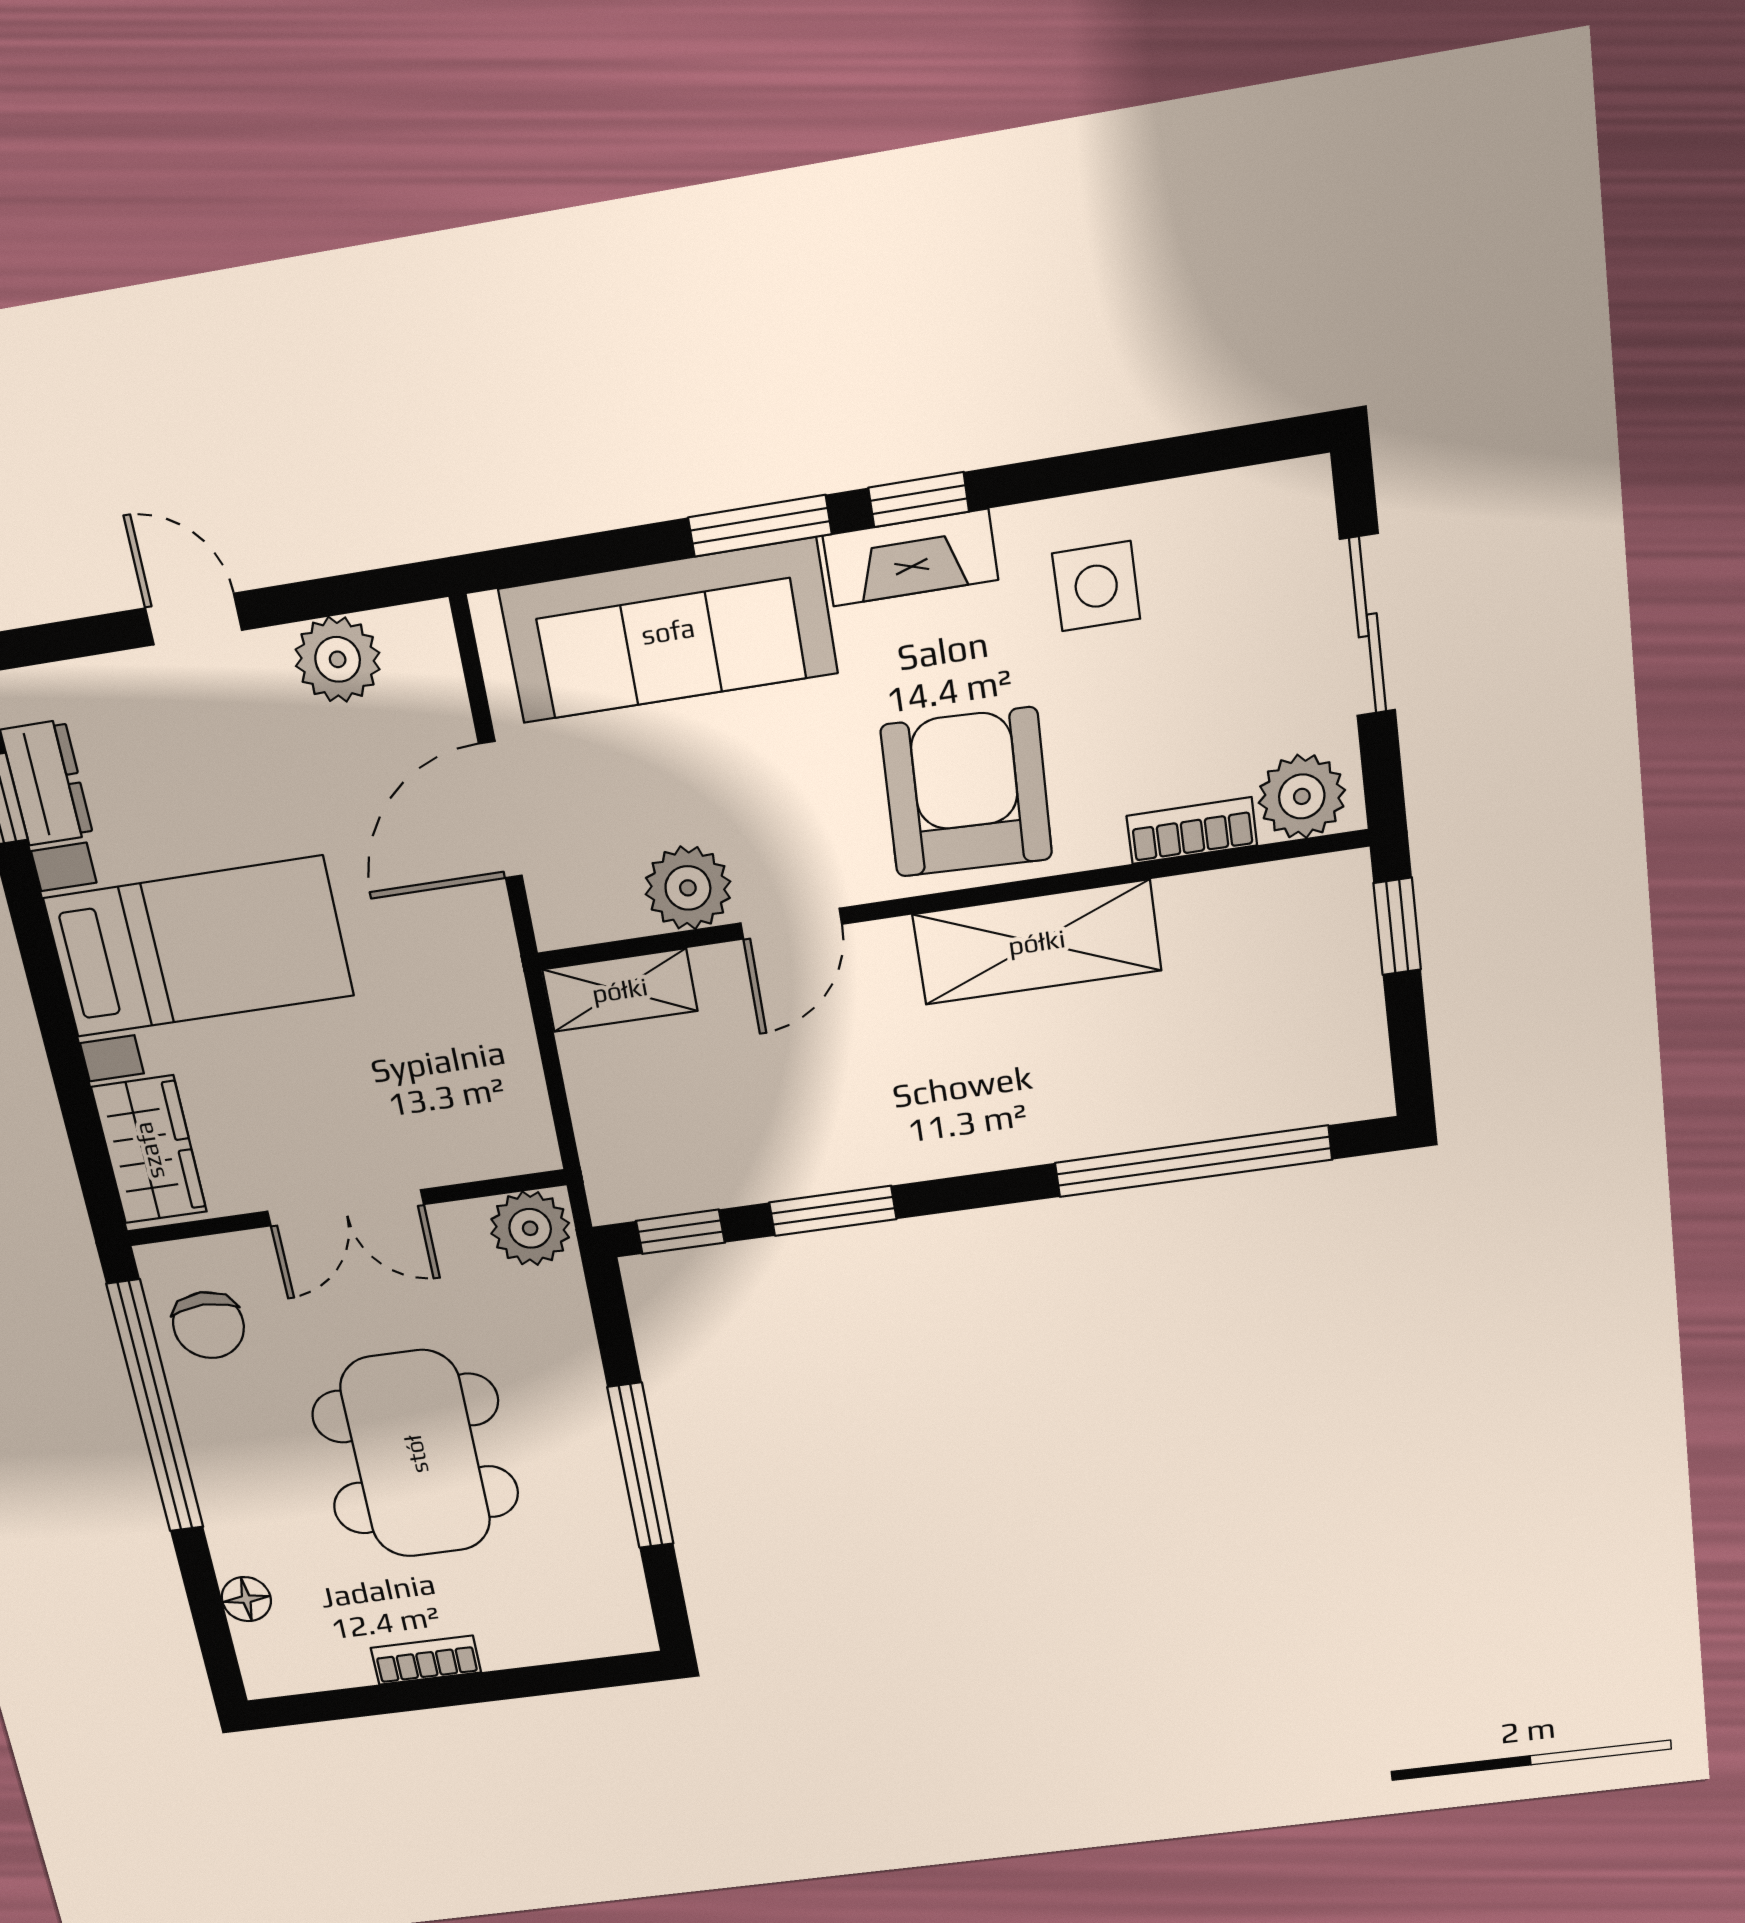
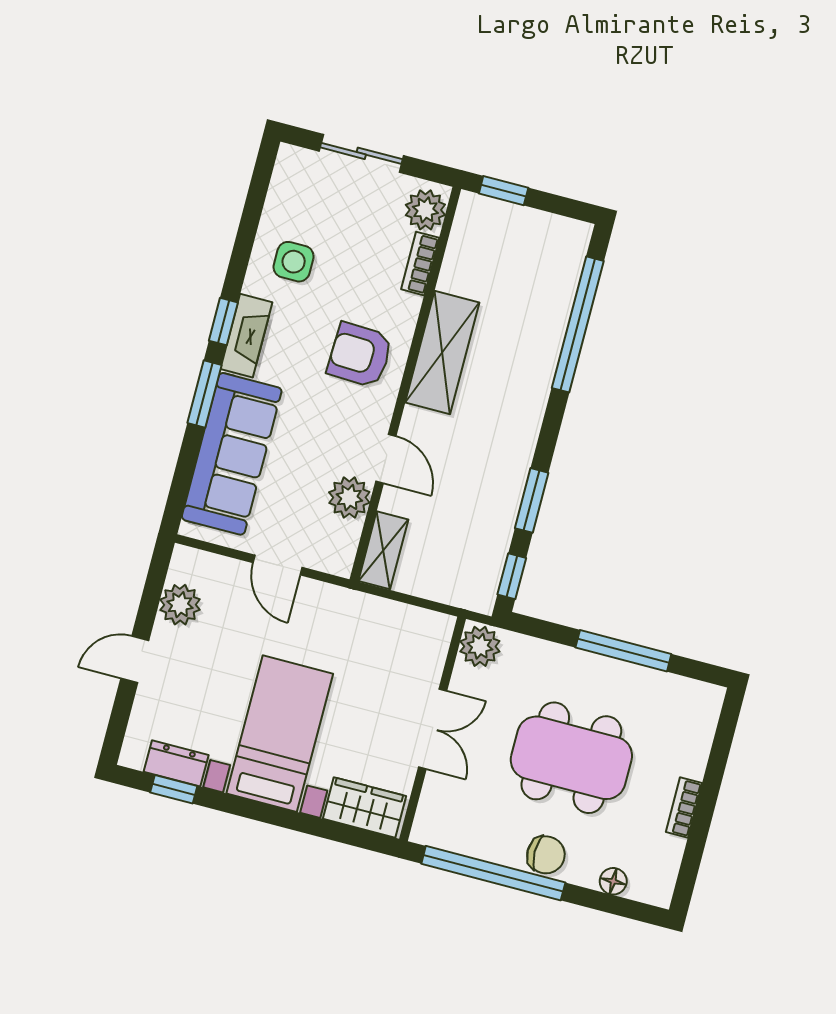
armchair: (967, 792) -> (360, 355), width x0.73, depth x0.73
door: (500, 810) -> (278, 565), width x0.73
chair: (208, 1325) -> (546, 855), moved

